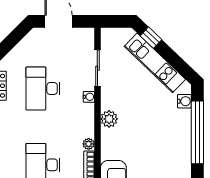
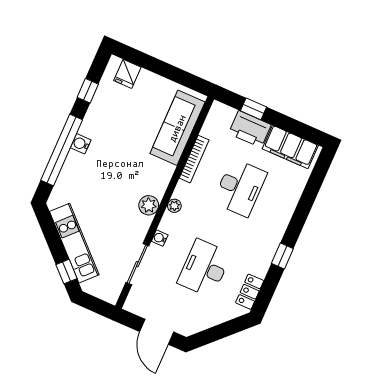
desk: (43, 88) -> (204, 268), turned 180
water cooler: (184, 101) -> (81, 144), moved
plant: (89, 144) -> (174, 206), moved

